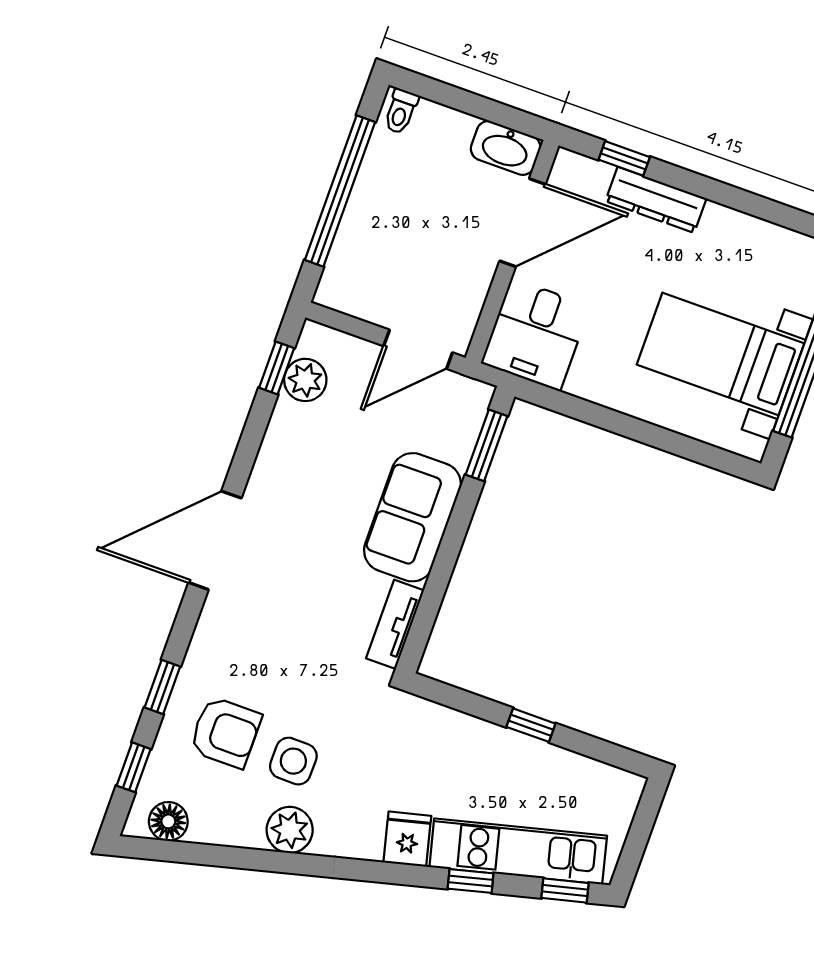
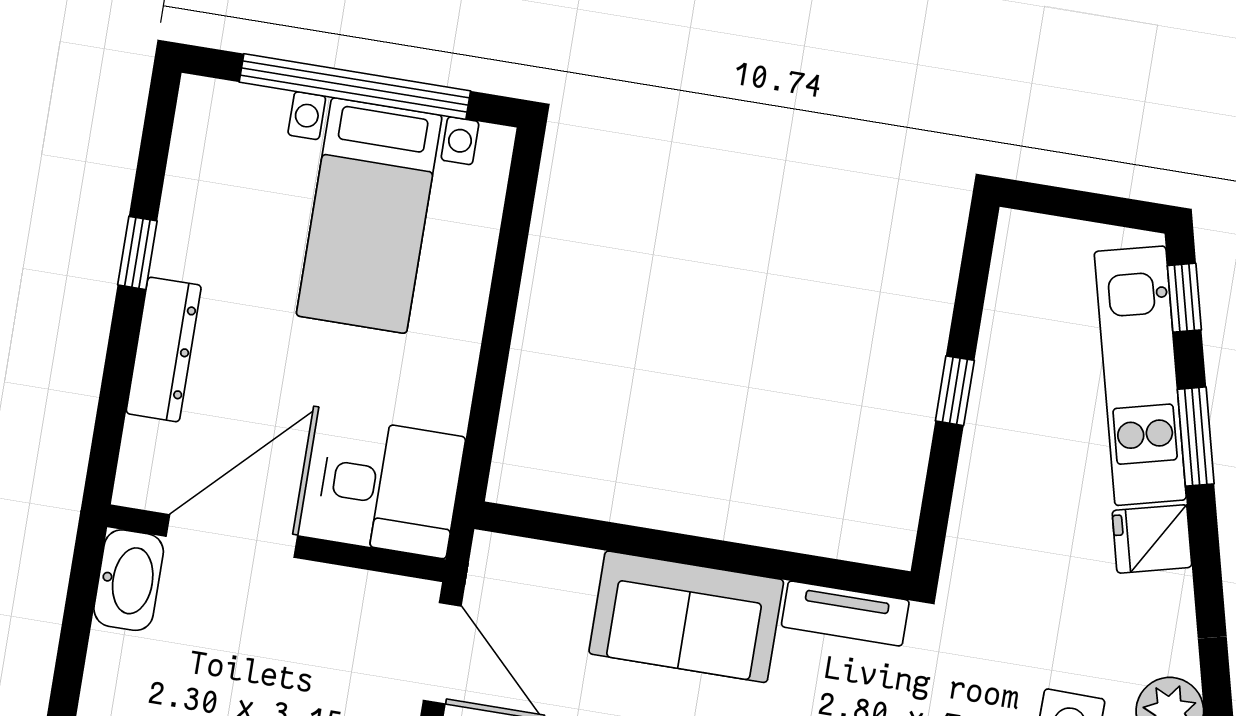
window: (624, 158) -> (137, 253), moved
door: (523, 223) -> (232, 536), hinge flipped
window: (487, 445) -> (563, 529), removed
window: (471, 881) -> (1196, 437), width x1.50

